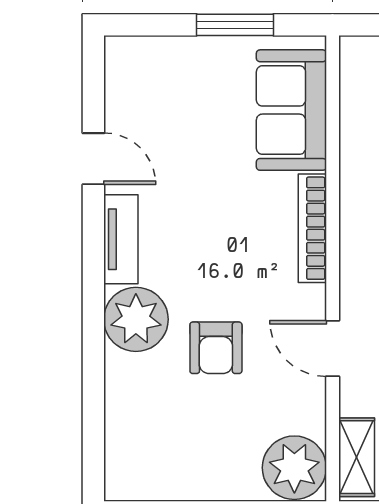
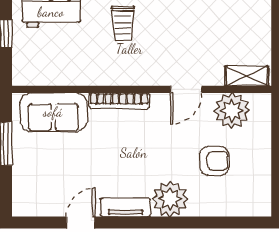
armchair: (216, 348) -> (214, 161), moved
plant: (294, 468) -> (232, 111), moved

